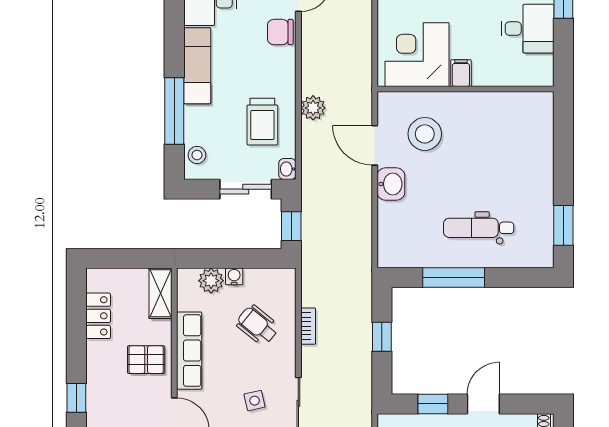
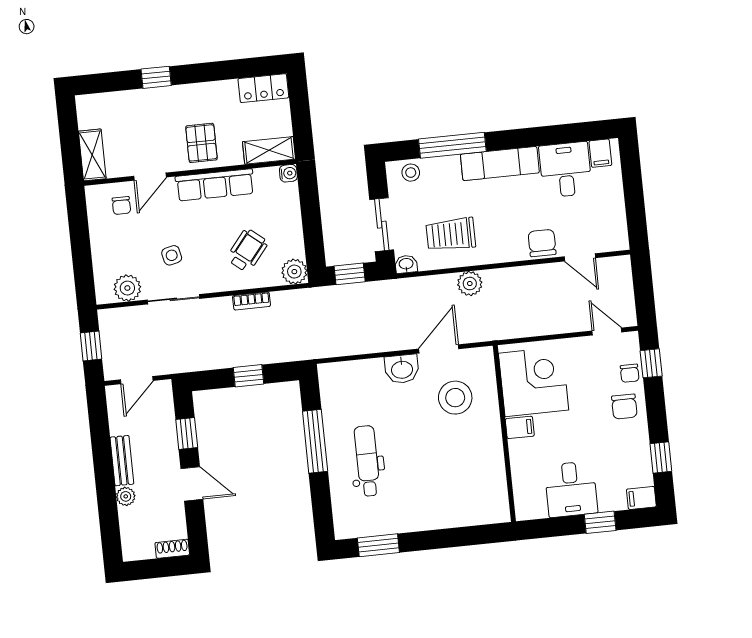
water cooler: (234, 276) -> (288, 173), moved
plant: (211, 281) -> (294, 272), moved
locker: (98, 316) -> (263, 88), moved

